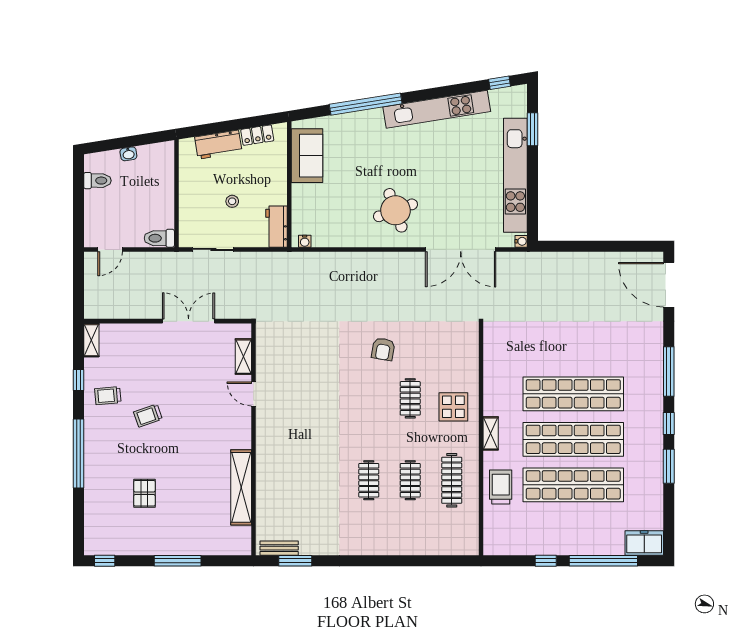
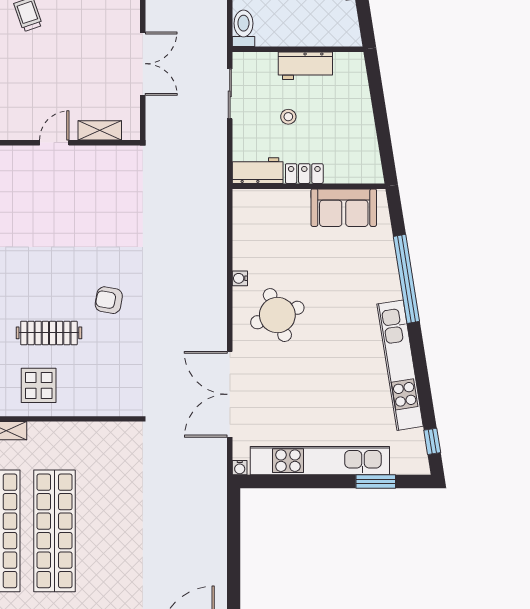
locker: (257, 135) -> (304, 174), moved, turned 99
workbench: (218, 145) -> (305, 66), moved, turned -81
water cooler: (305, 241) -> (240, 278), moved
clothes rail: (410, 398) -> (49, 333), width x1.36

